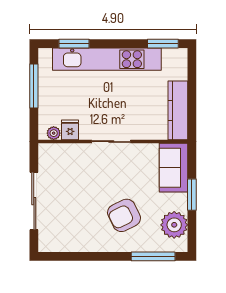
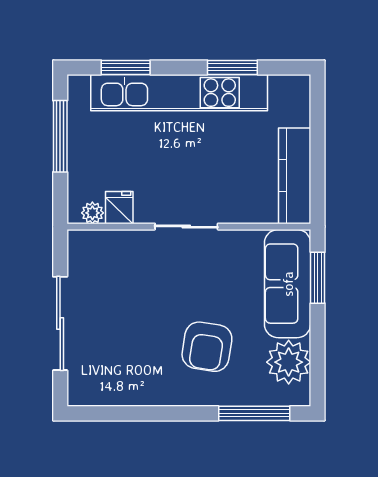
window: (163, 44) -> (232, 67), moved
sofa: (174, 168) -> (288, 284), width x1.36
window: (192, 195) -> (318, 278), moved
armchair: (124, 215) -> (207, 347), turned -55

